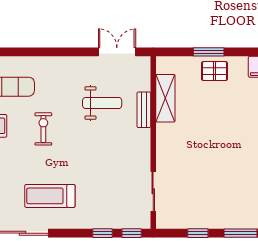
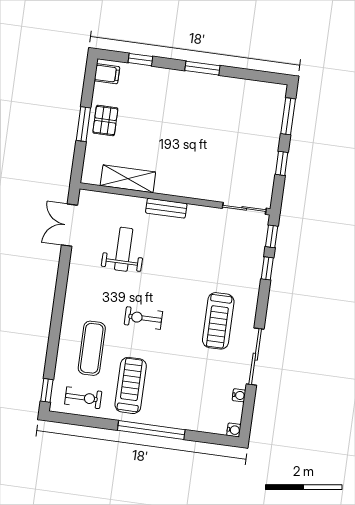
bench: (144, 110) -> (166, 208), moved
sliding door: (153, 191) -> (244, 208), moved

